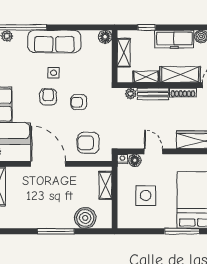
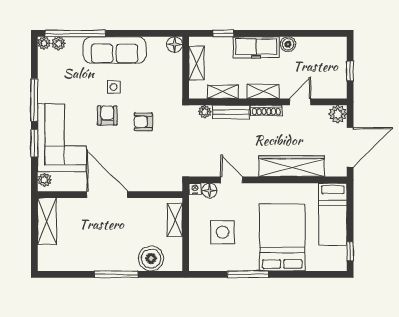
shelving: (180, 74) -> (263, 91), width x0.67, depth x0.75
armchair: (88, 143) -> (155, 170), removed
window: (182, 231) -> (248, 274), moved

